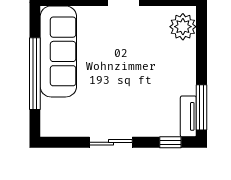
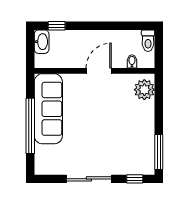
tv unit: (188, 116) -> (149, 159), removed
sliding door: (111, 142) -> (89, 179), width x1.37

